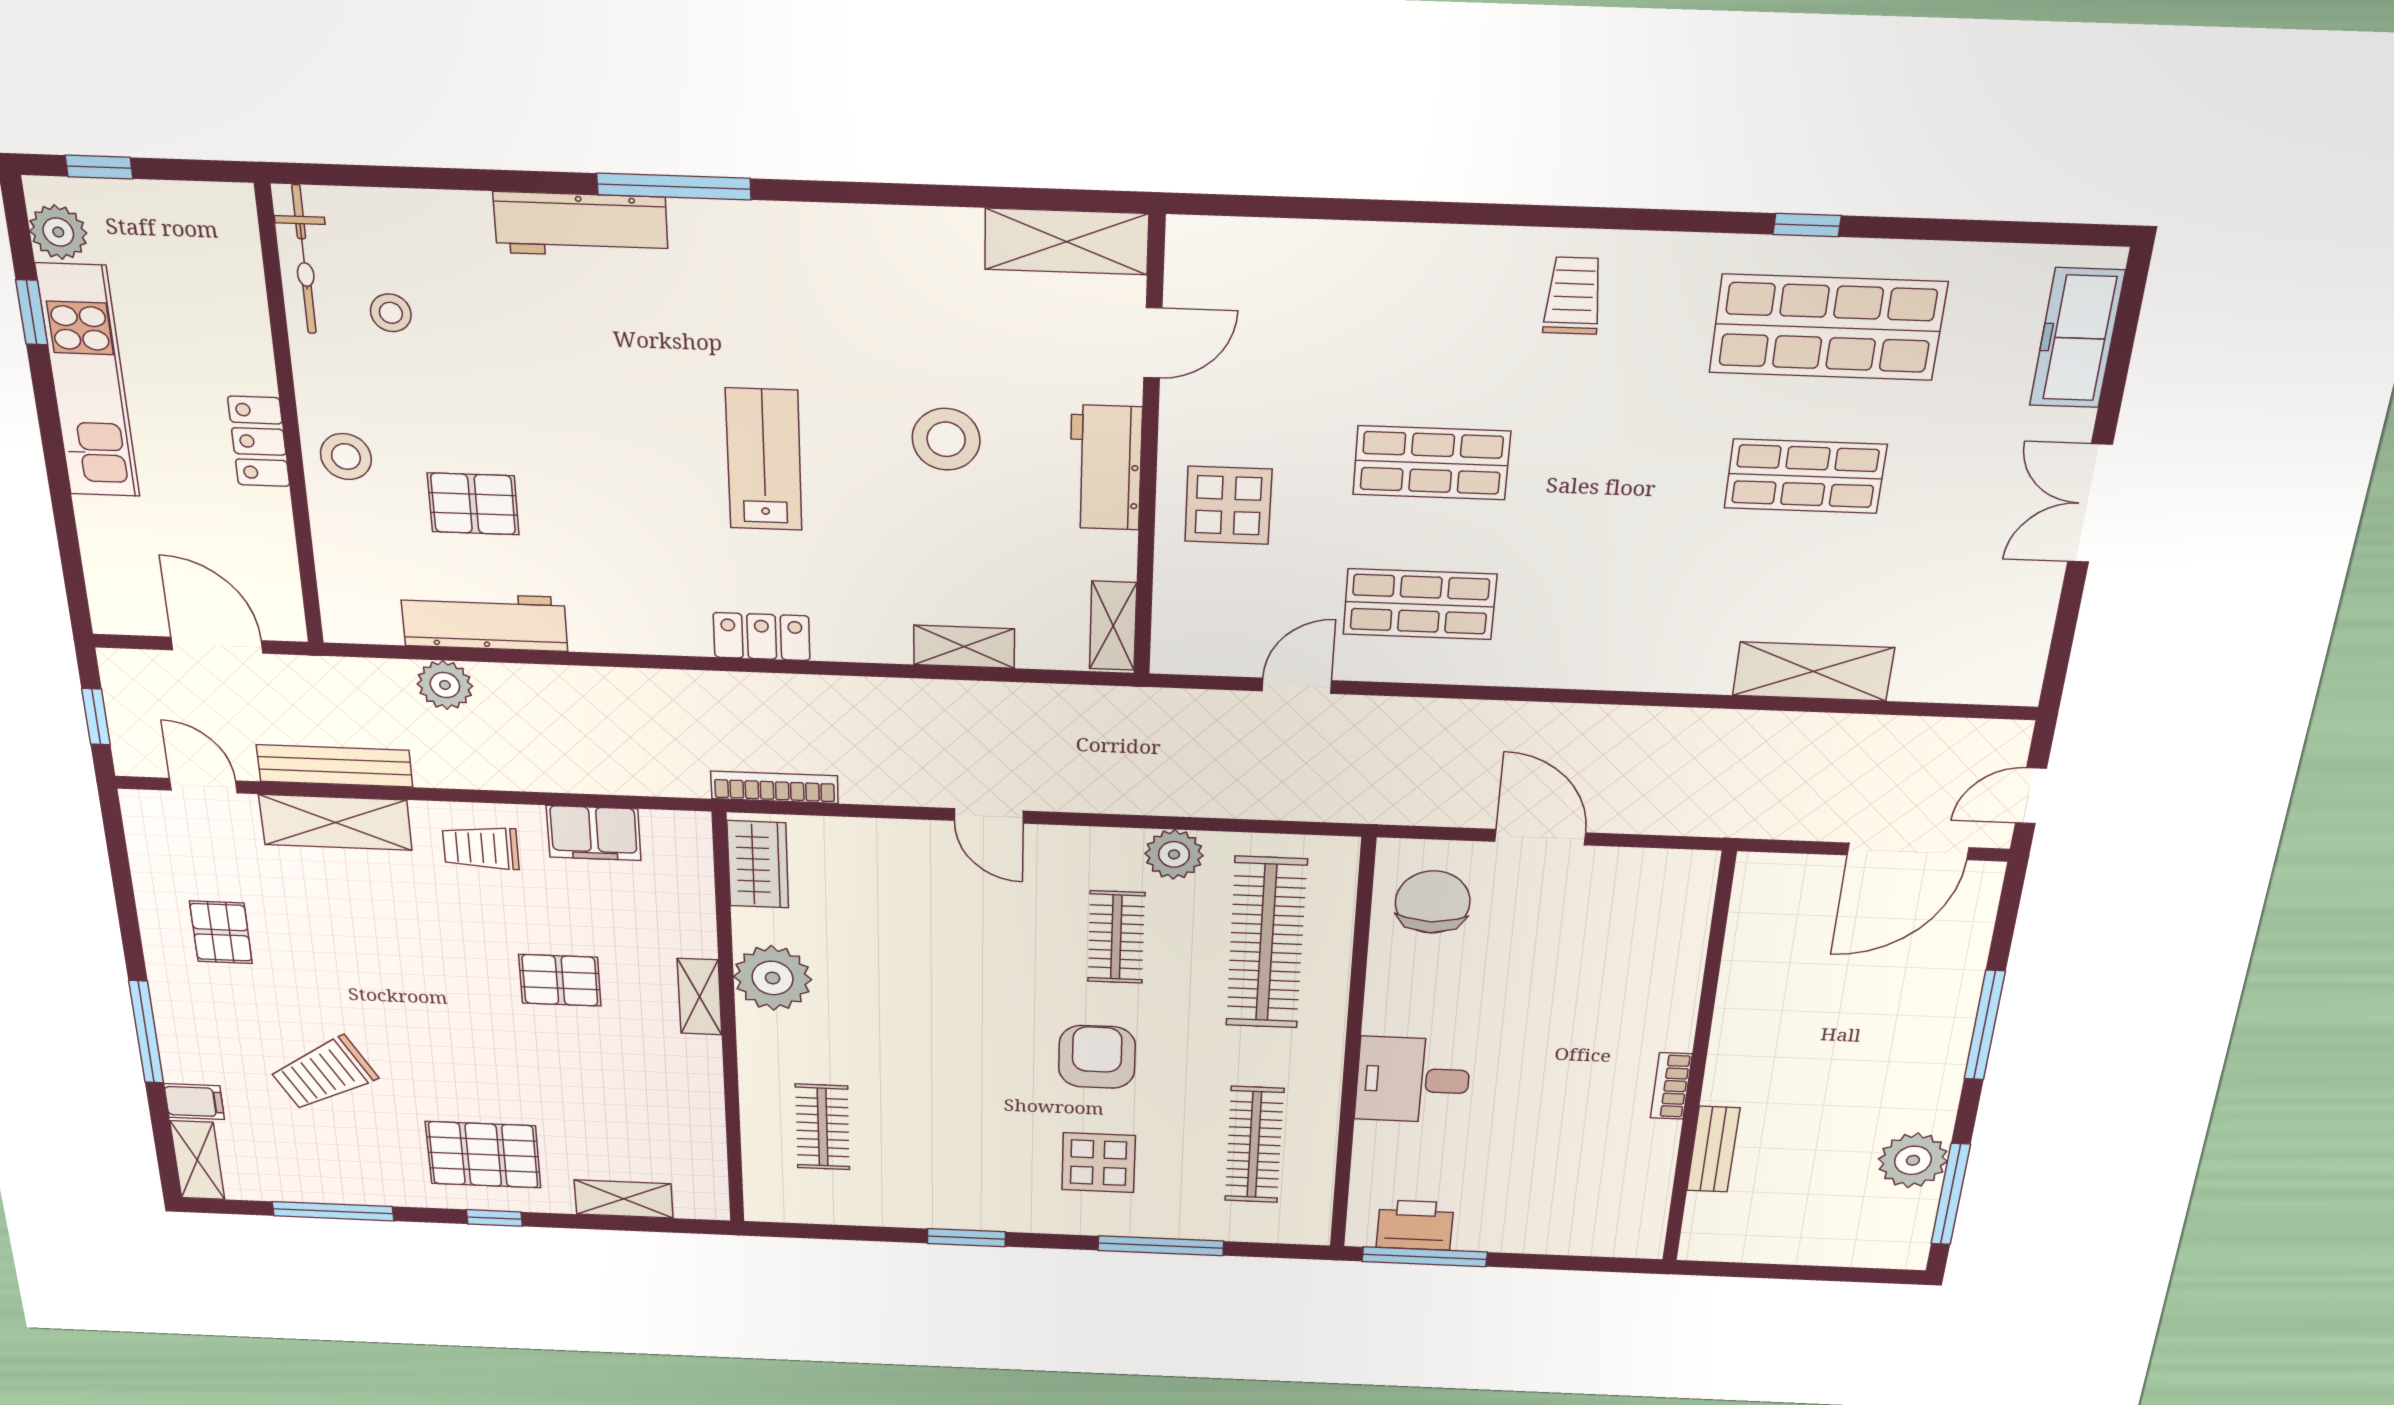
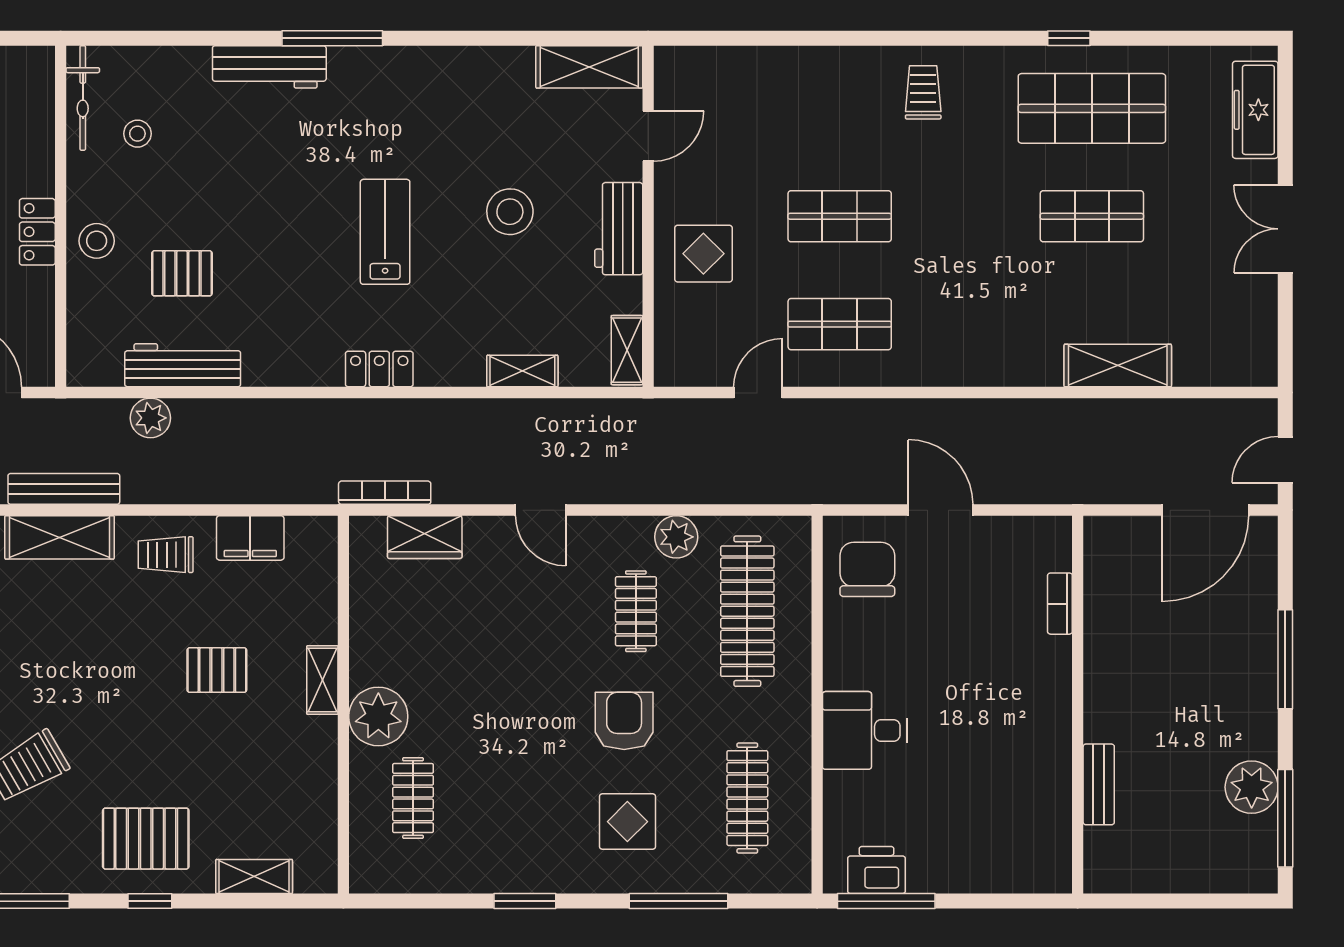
wardrobe: (758, 864) -> (425, 537), moved, turned 90
plant: (773, 978) -> (378, 716), moved
bookcase: (1671, 1086) -> (1060, 604), moved

